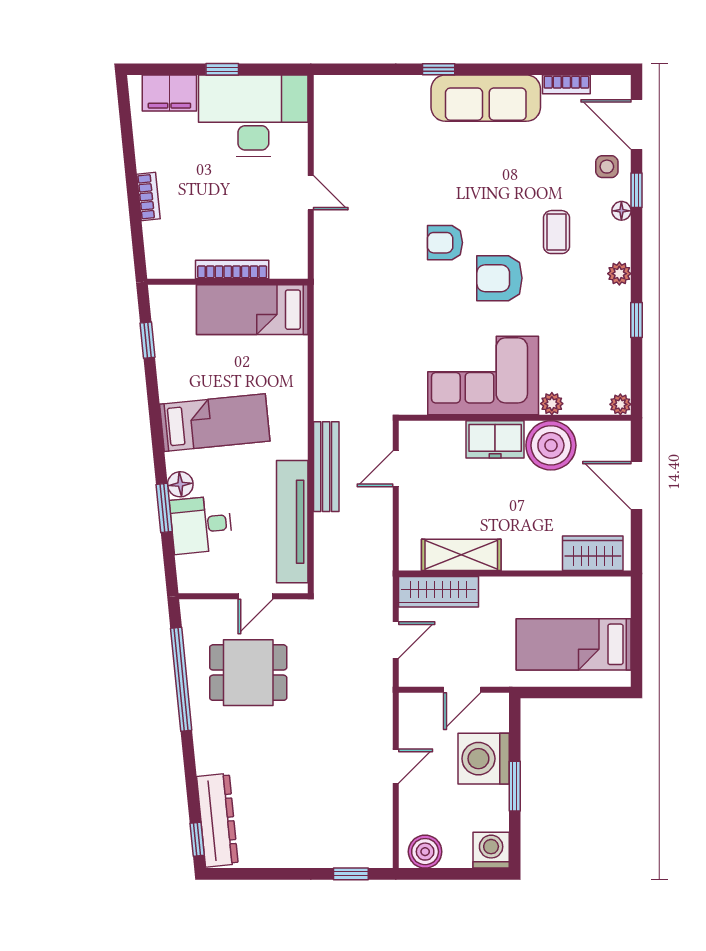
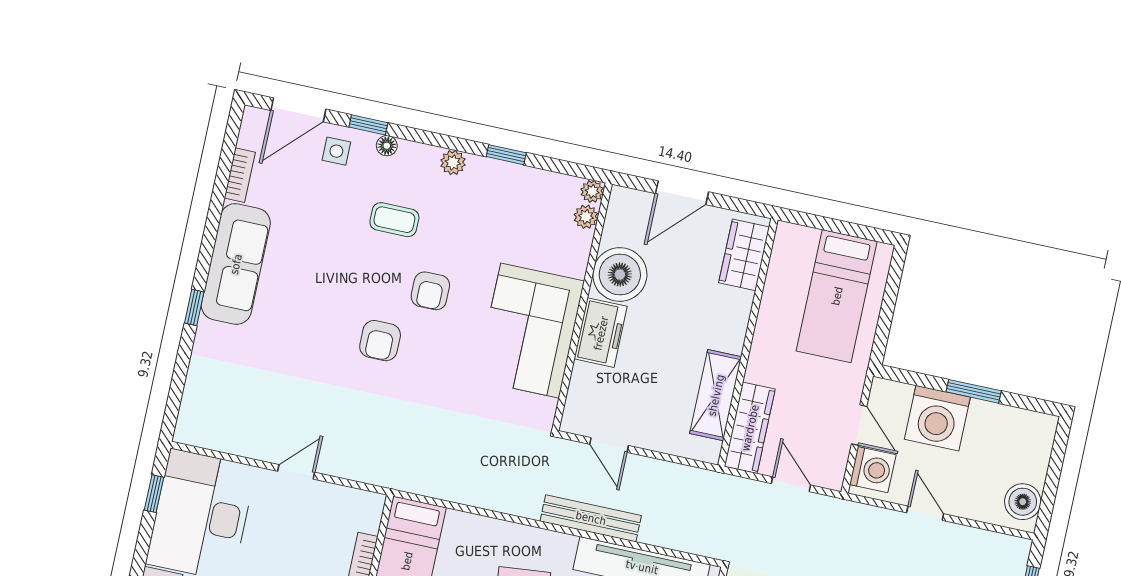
window: (222, 69) -> (154, 494), moved
armchair: (499, 278) -> (430, 291), width x0.72, depth x0.72
plant: (552, 404) -> (586, 217), moved
washing machine: (491, 850) -> (873, 470), moved, turned 180

